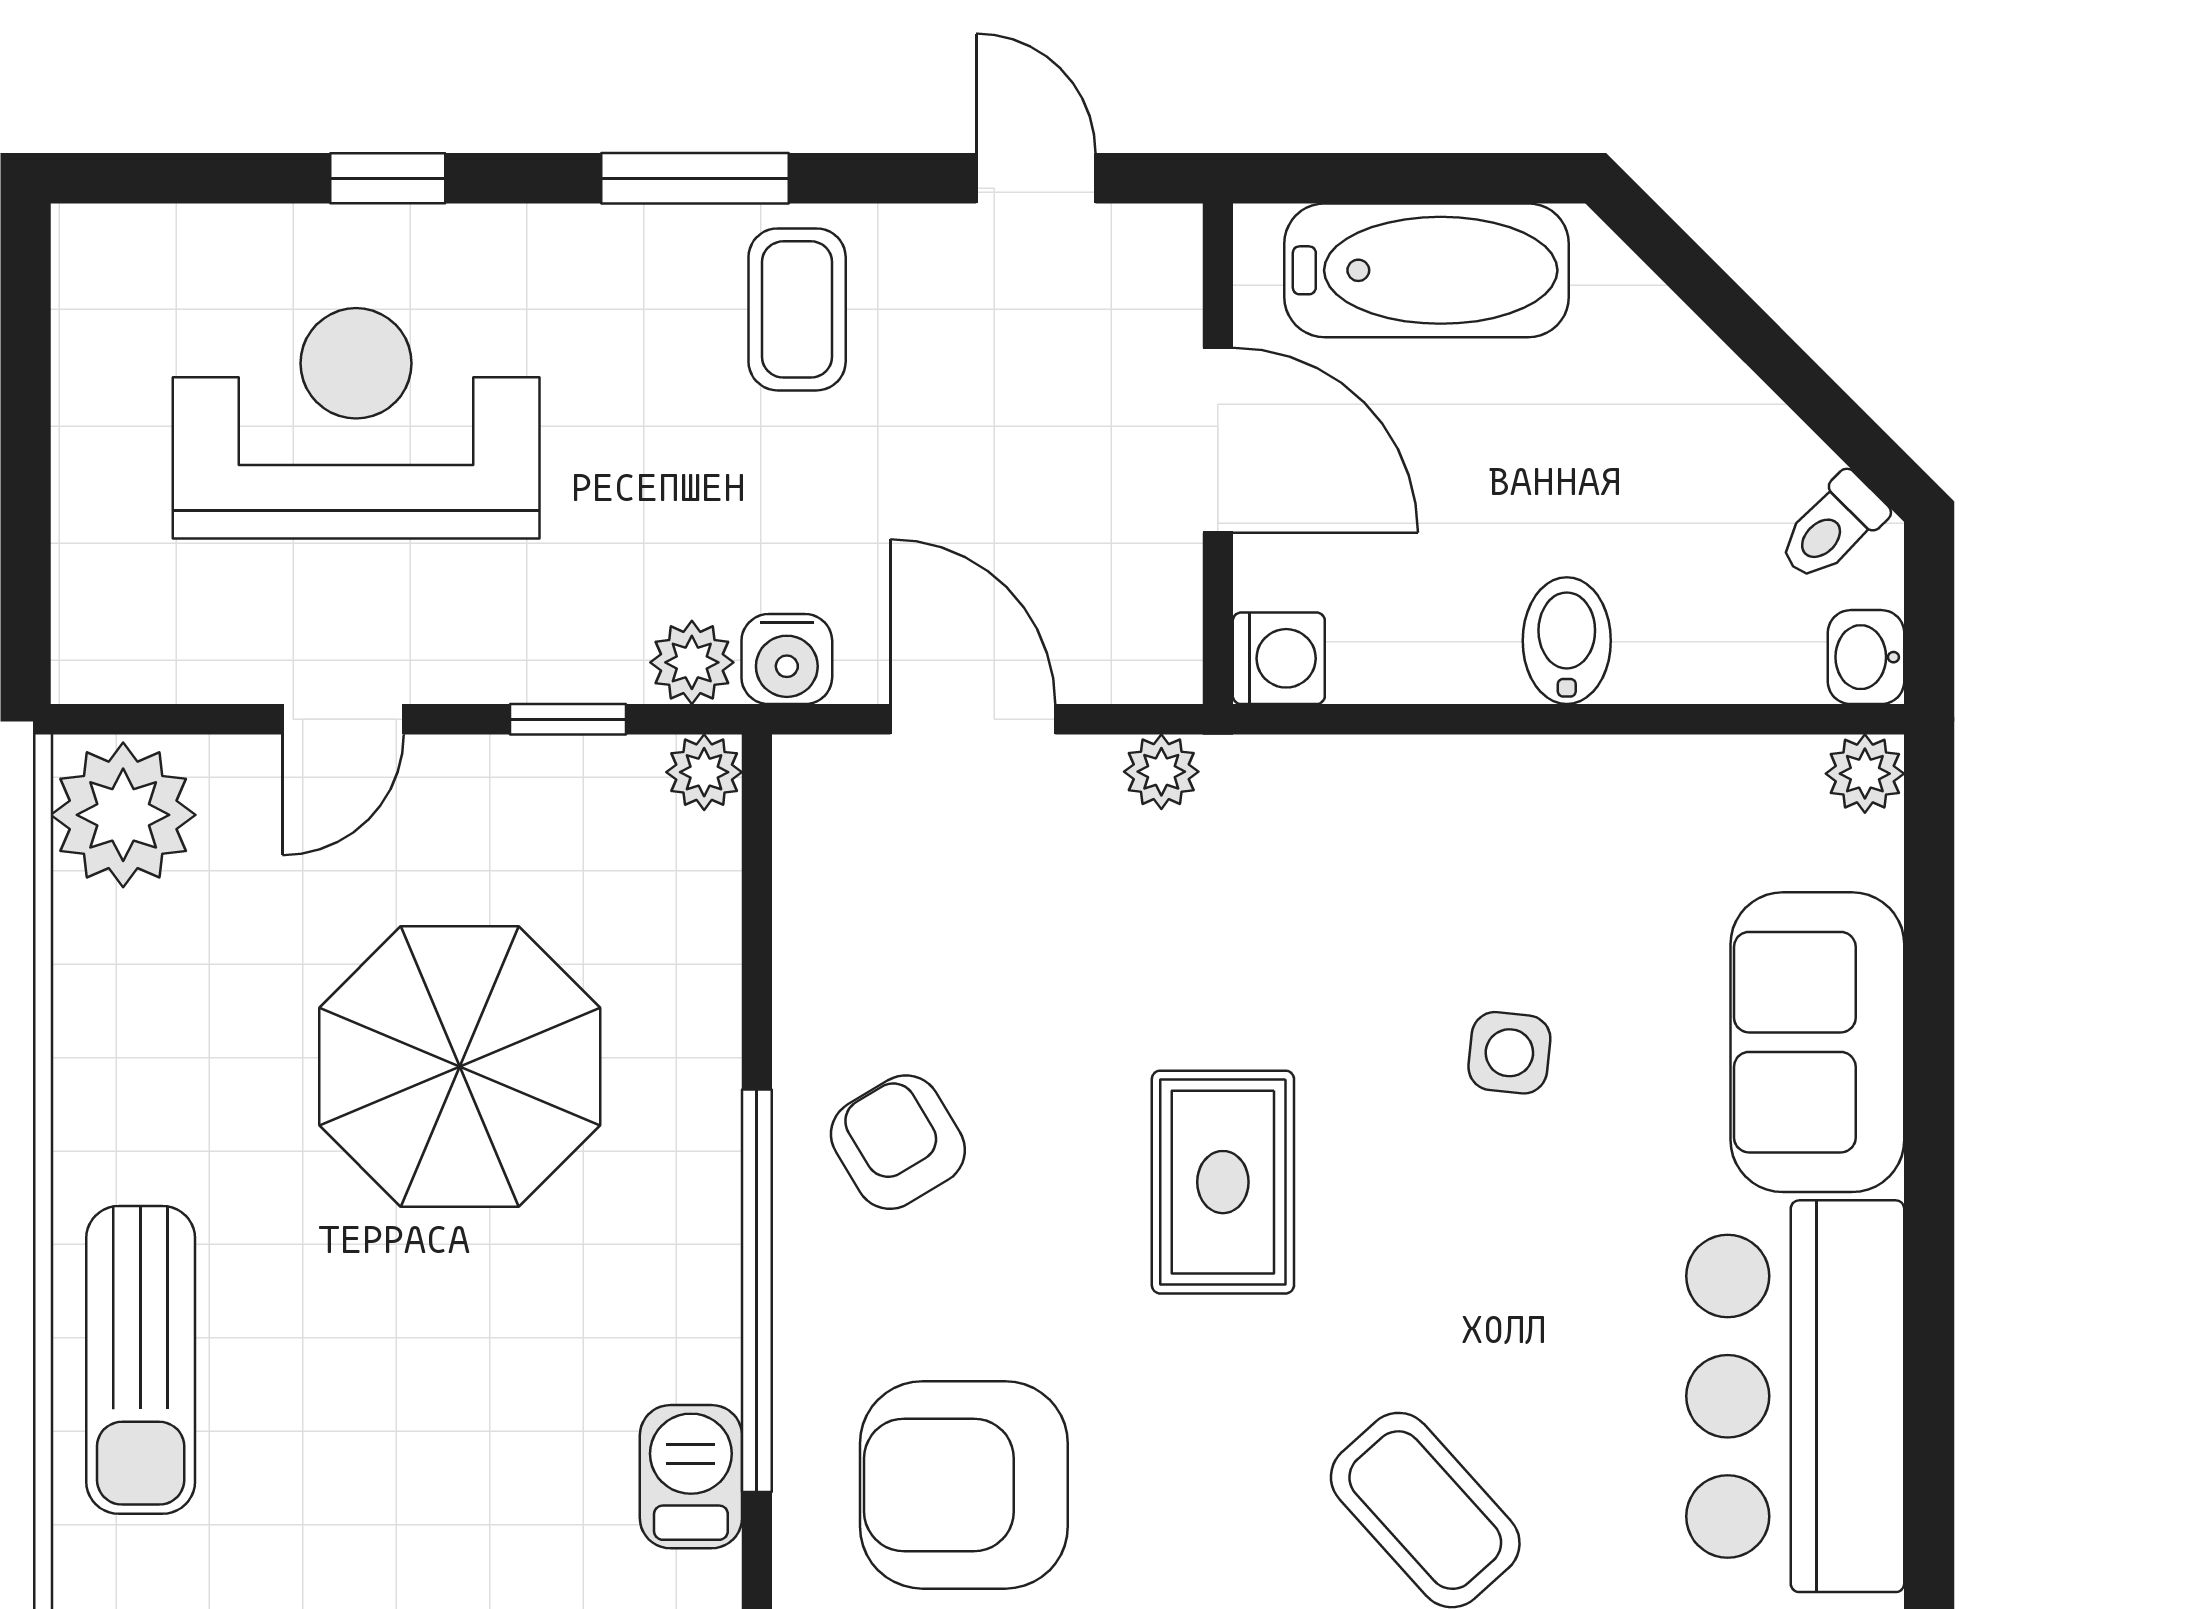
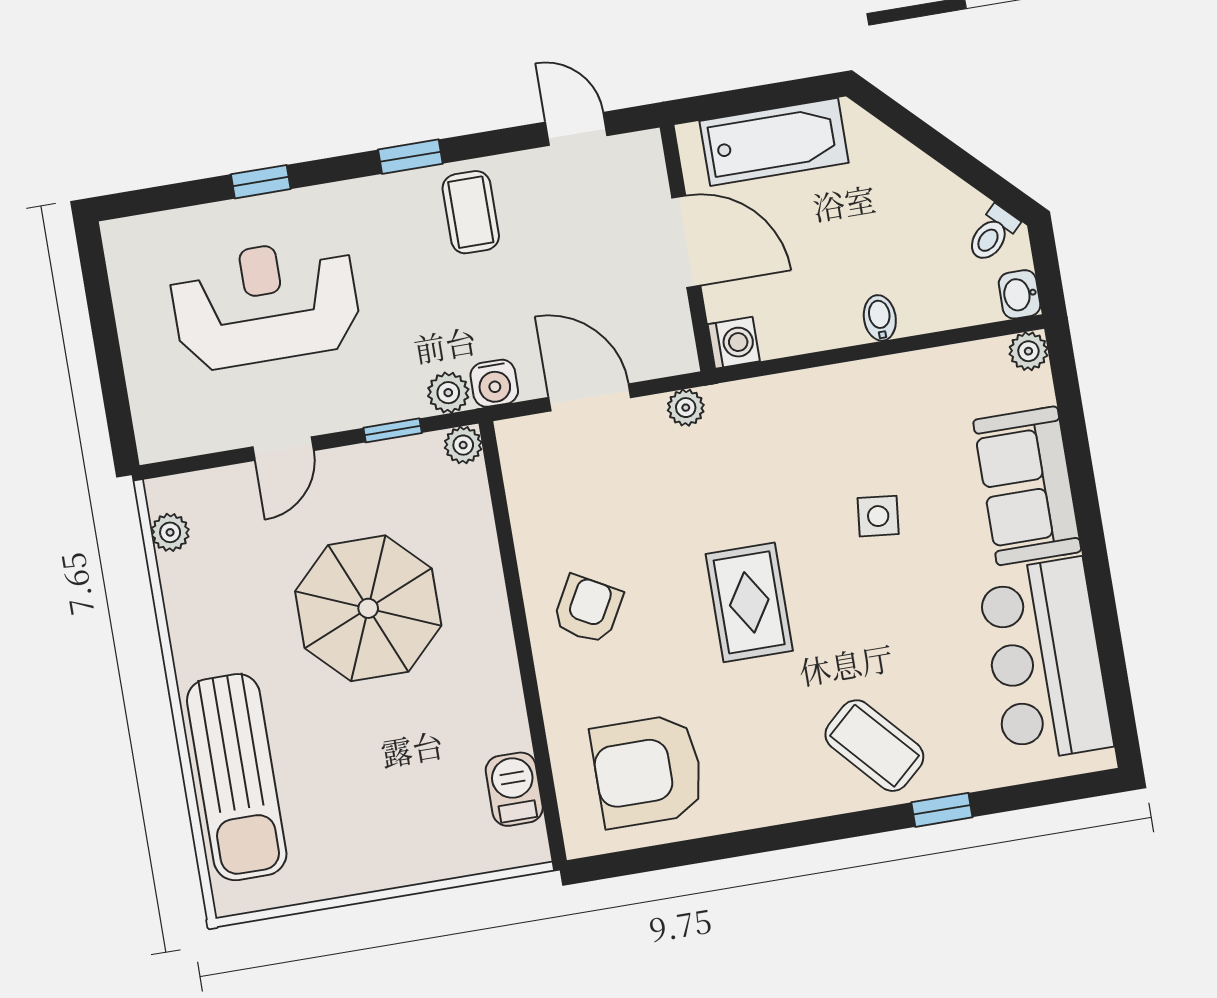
window: (695, 178) -> (410, 157), width x0.67
bidet: (1567, 641) -> (880, 318), width x0.72, depth x0.74
plant: (123, 815) -> (170, 532), width x0.53, depth x0.53
armchair: (898, 1142) -> (588, 609), turned 60
window: (757, 1291) -> (531, 693), removed
sun lounger: (141, 1360) -> (237, 777), width x1.36, depth x1.34

